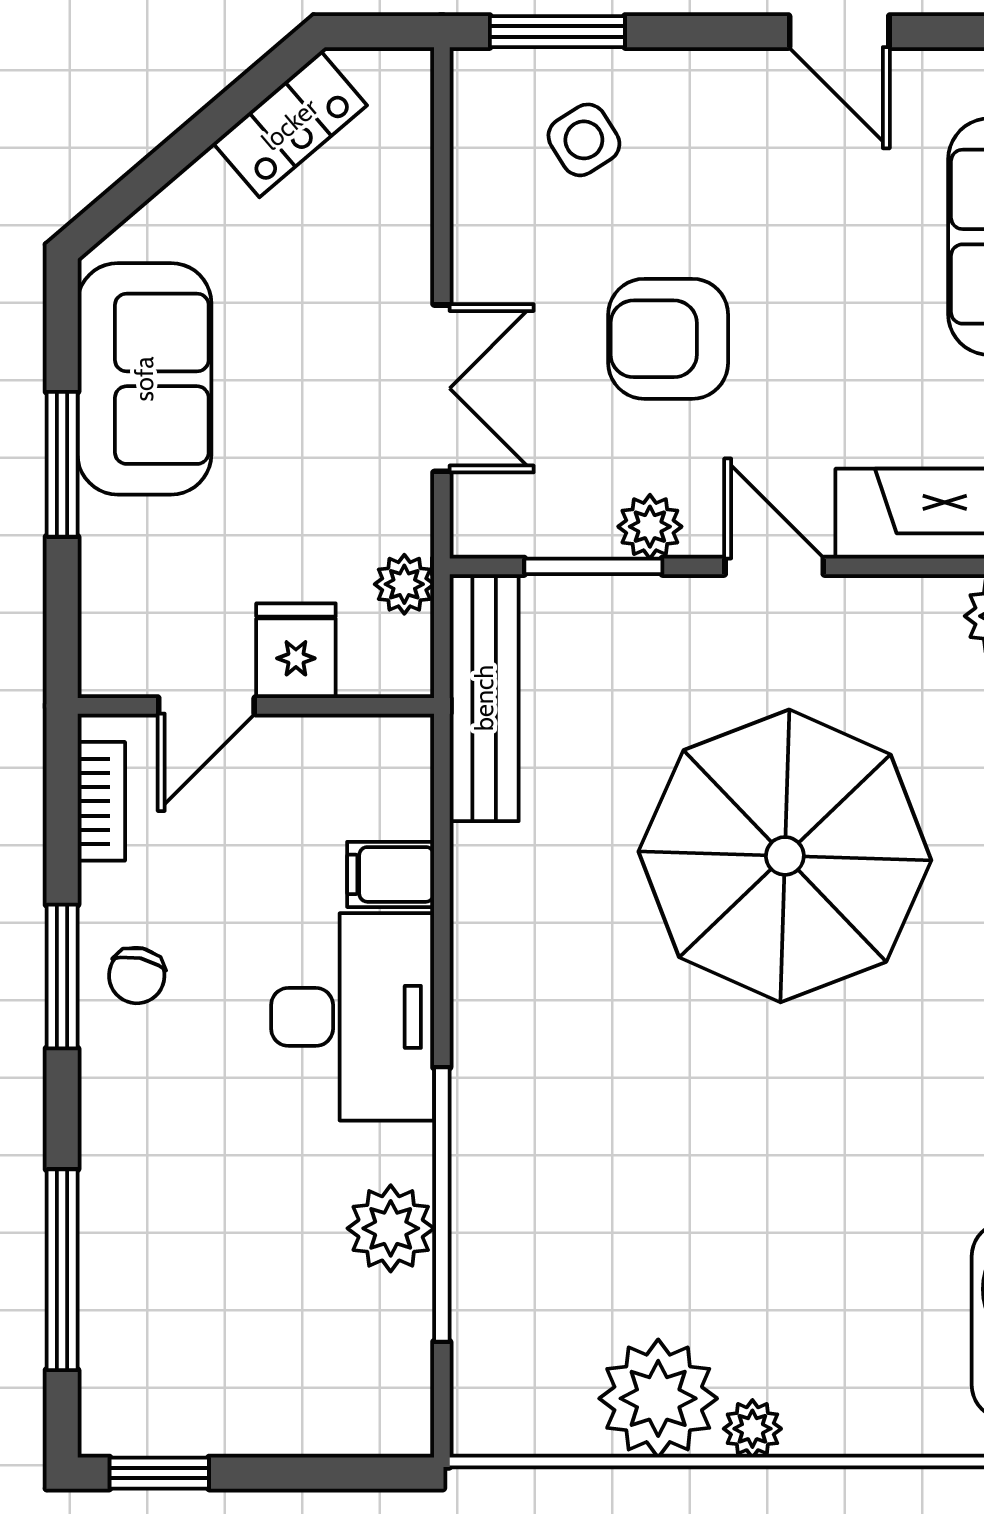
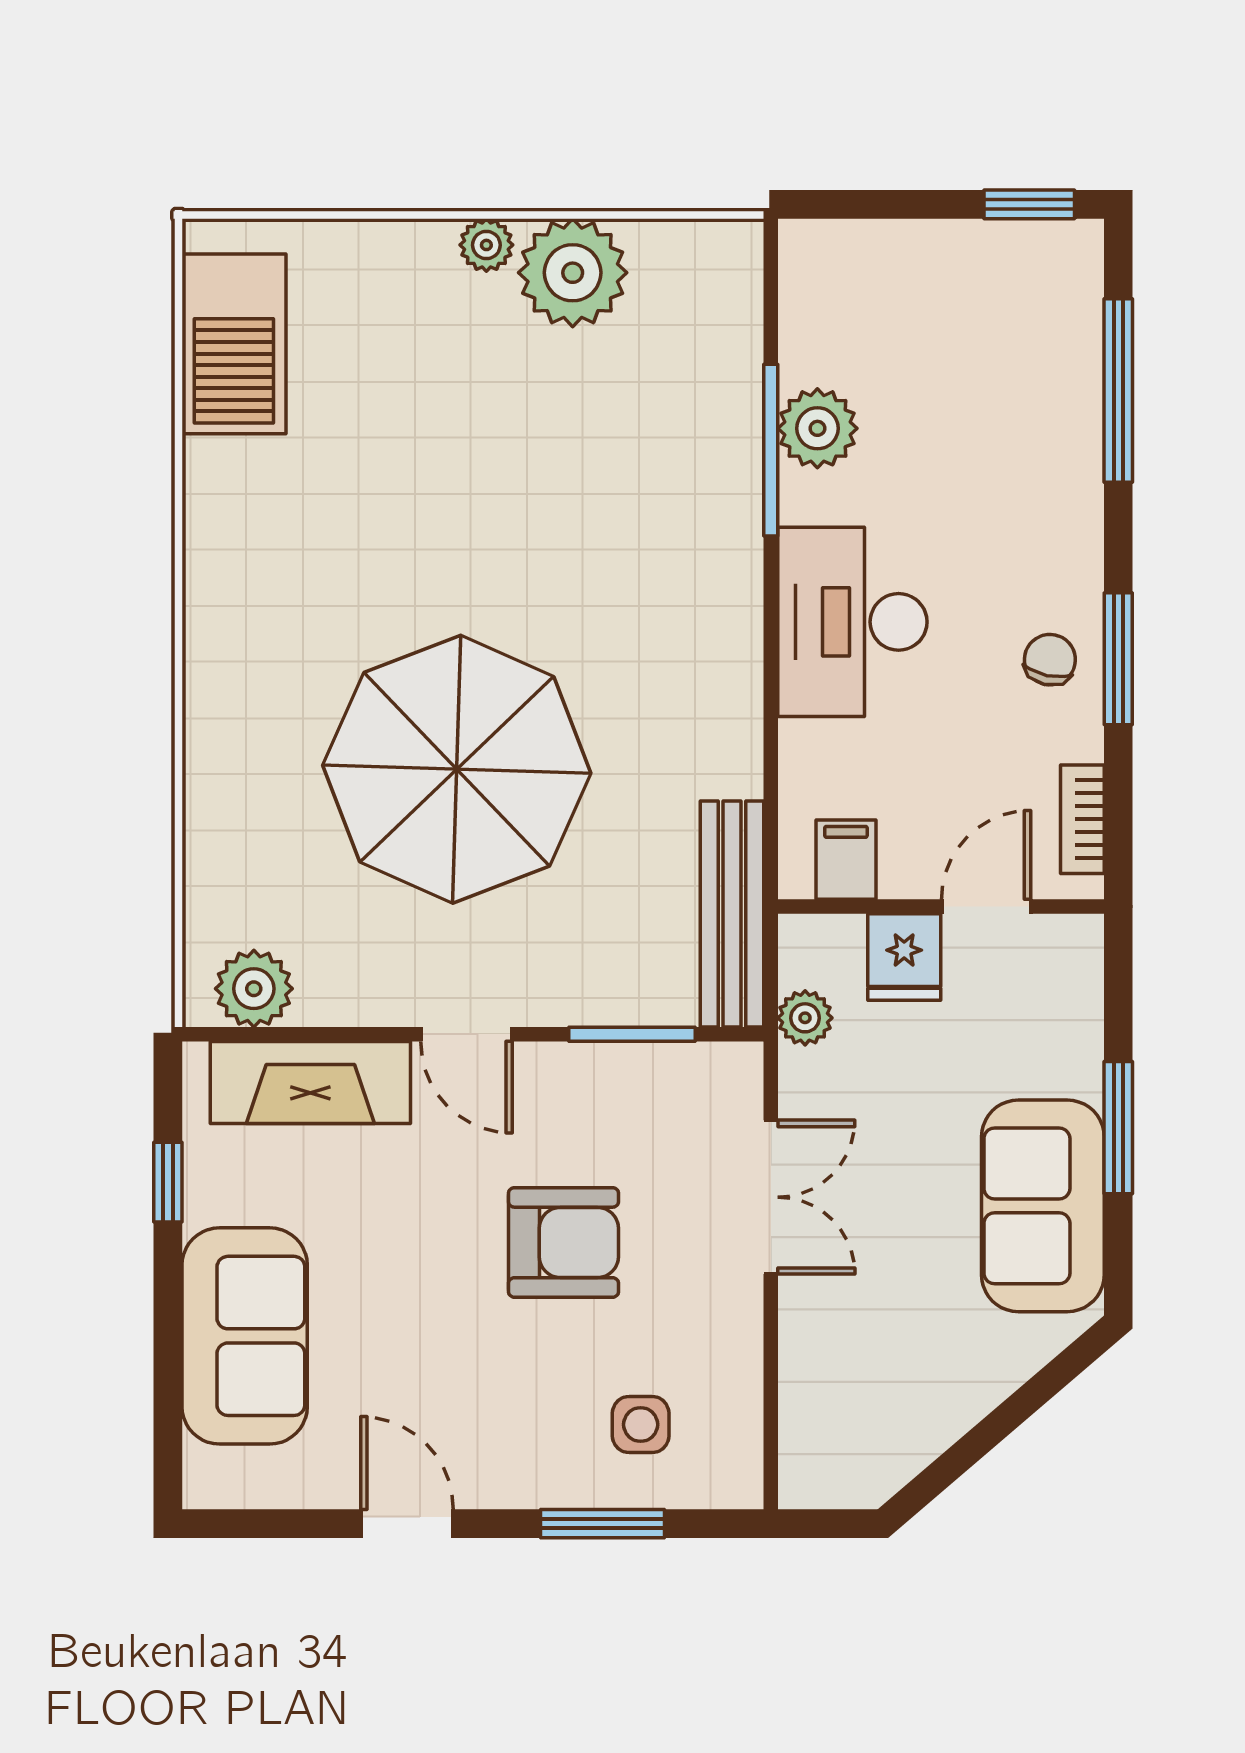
window: (557, 32) -> (602, 1524), moved
locker: (290, 124) -> (910, 1439), removed
side table: (584, 140) -> (641, 1425), turned 32
double door: (442, 388) -> (771, 1197), swing flipped
plant: (650, 527) -> (580, 1071), removed
filing cabinet: (391, 874) -> (846, 860), moved, turned -90
window: (442, 1205) -> (771, 450), width x0.68

